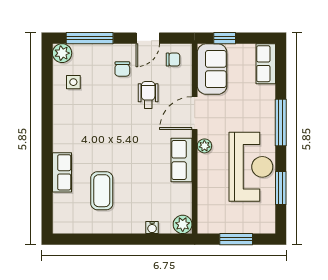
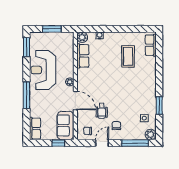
window: (47, 104) -> (159, 105), added
door: (195, 113) -> (75, 100), hinge flipped
row of seats: (182, 160) -> (83, 56), moved
row of seats: (62, 172) -> (151, 45), moved
window: (281, 188) -> (26, 47), moved

